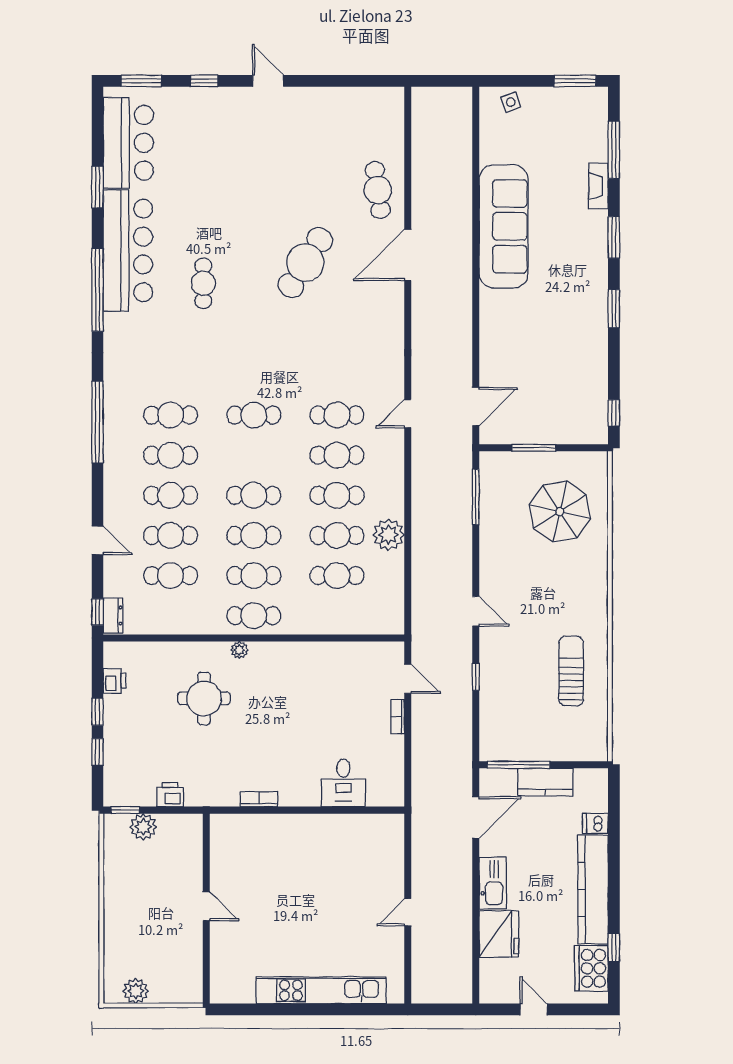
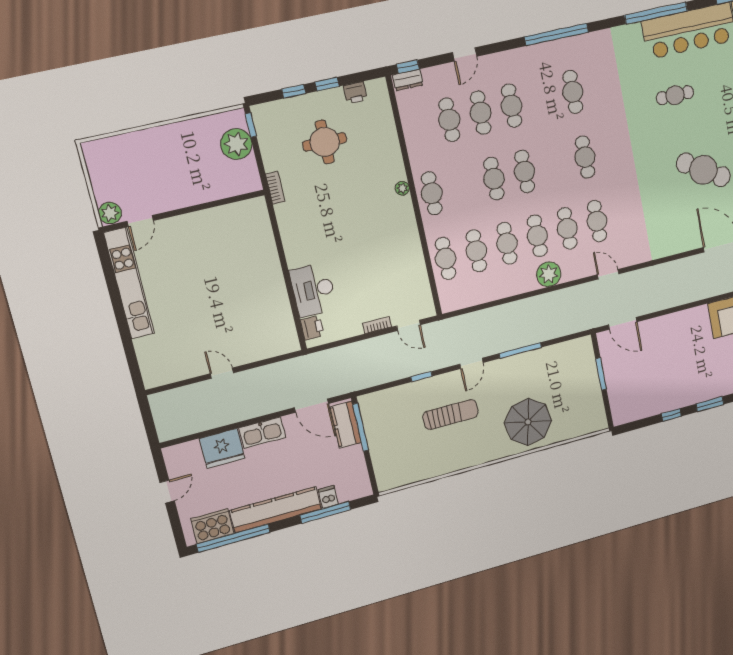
window: (614, 413) -> (671, 415), moved
cafe table: (171, 455) -> (542, 99), removed
window: (476, 497) -> (520, 350), moved
parasol: (560, 512) -> (528, 422), moved
plant: (388, 535) -> (549, 274), moved
cafe table: (254, 576) -> (446, 259), moved
sun lounger: (571, 671) -> (450, 414), moved
door: (408, 679) -> (408, 325), hinge flipped
round table: (204, 698) -> (325, 142), moved
kitchen counter: (545, 782) -> (346, 425), moved
desk: (343, 783) -> (313, 290), width x1.37
printer: (170, 795) -> (312, 328), moved
bookcase: (259, 799) -> (275, 188), moved
plant: (143, 827) -> (236, 144), width x1.36, depth x1.36
window: (614, 831) -> (325, 512), added
door: (206, 906) -> (140, 221), moved
window: (614, 948) -> (233, 538), width x3.17
kitchen unit: (321, 990) -> (129, 283), moved
plant: (136, 991) -> (110, 213), moved

